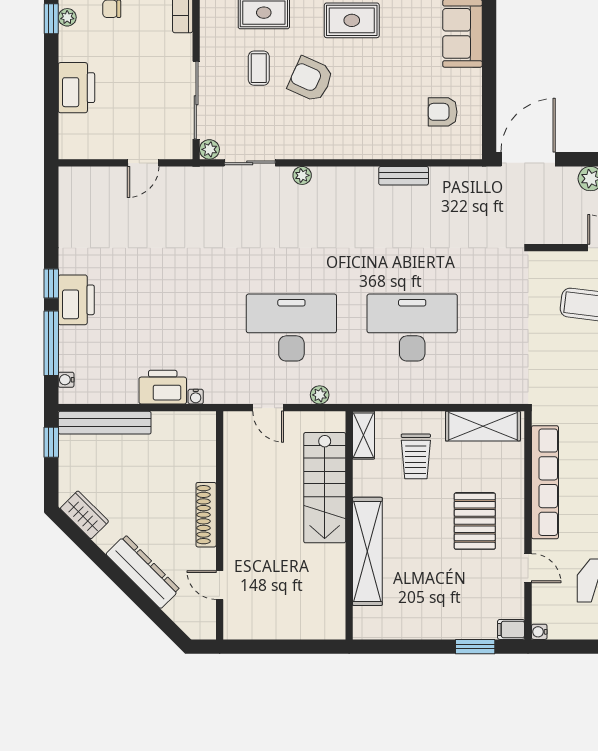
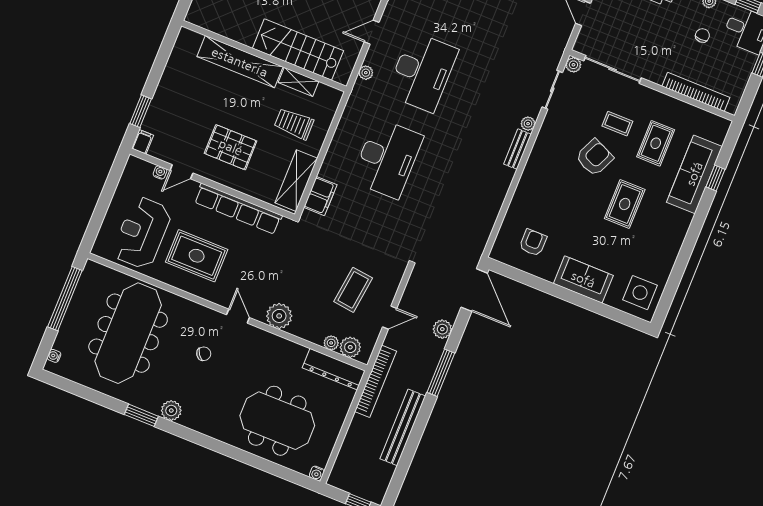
bench: (404, 176) -> (517, 149), moved
filing cabinet: (490, 390) -> (320, 196), added
shelving: (363, 435) -> (298, 82), moved
water cooler: (539, 632) -> (160, 172), moved

